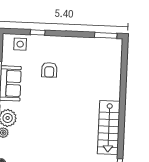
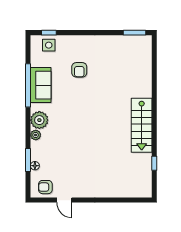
window: (38, 32) -> (49, 33), moved

